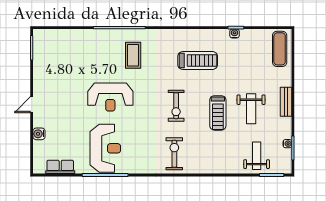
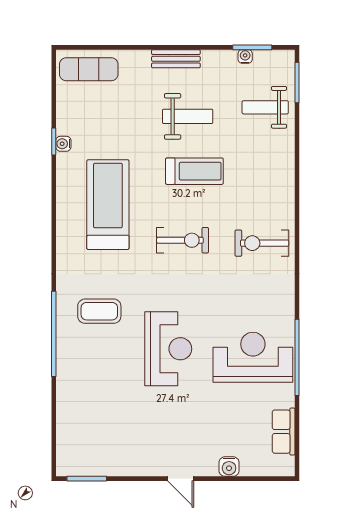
treadmill: (198, 60) -> (108, 205), width x1.37, depth x1.38

